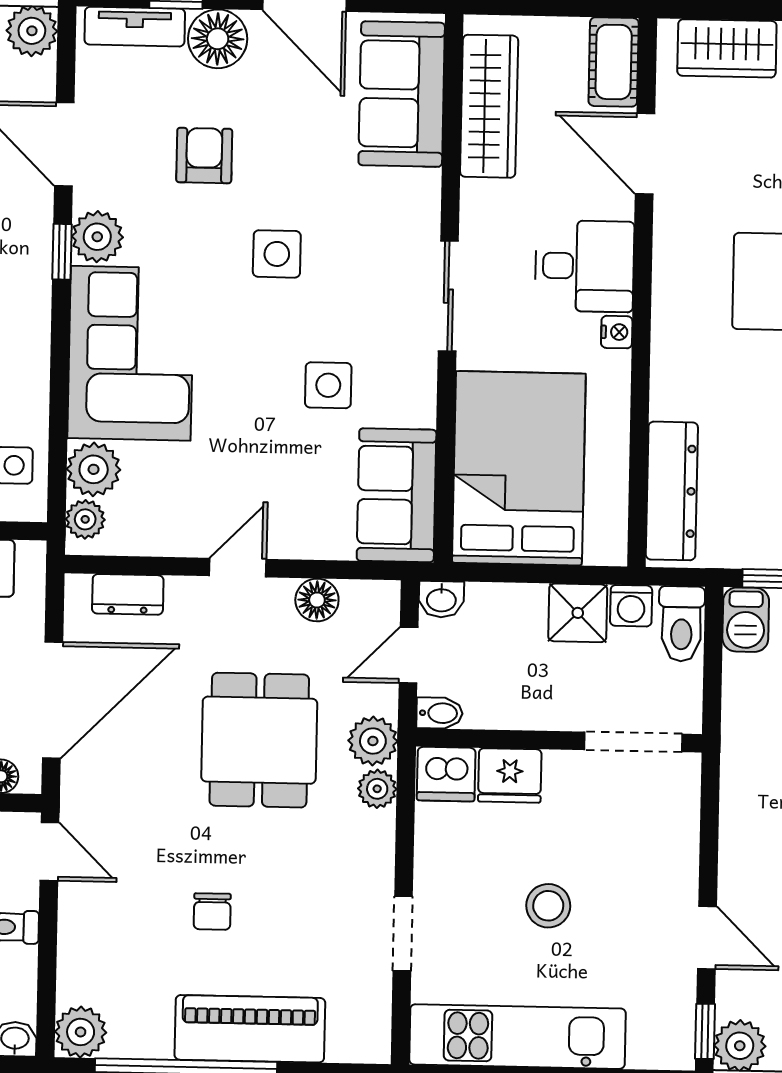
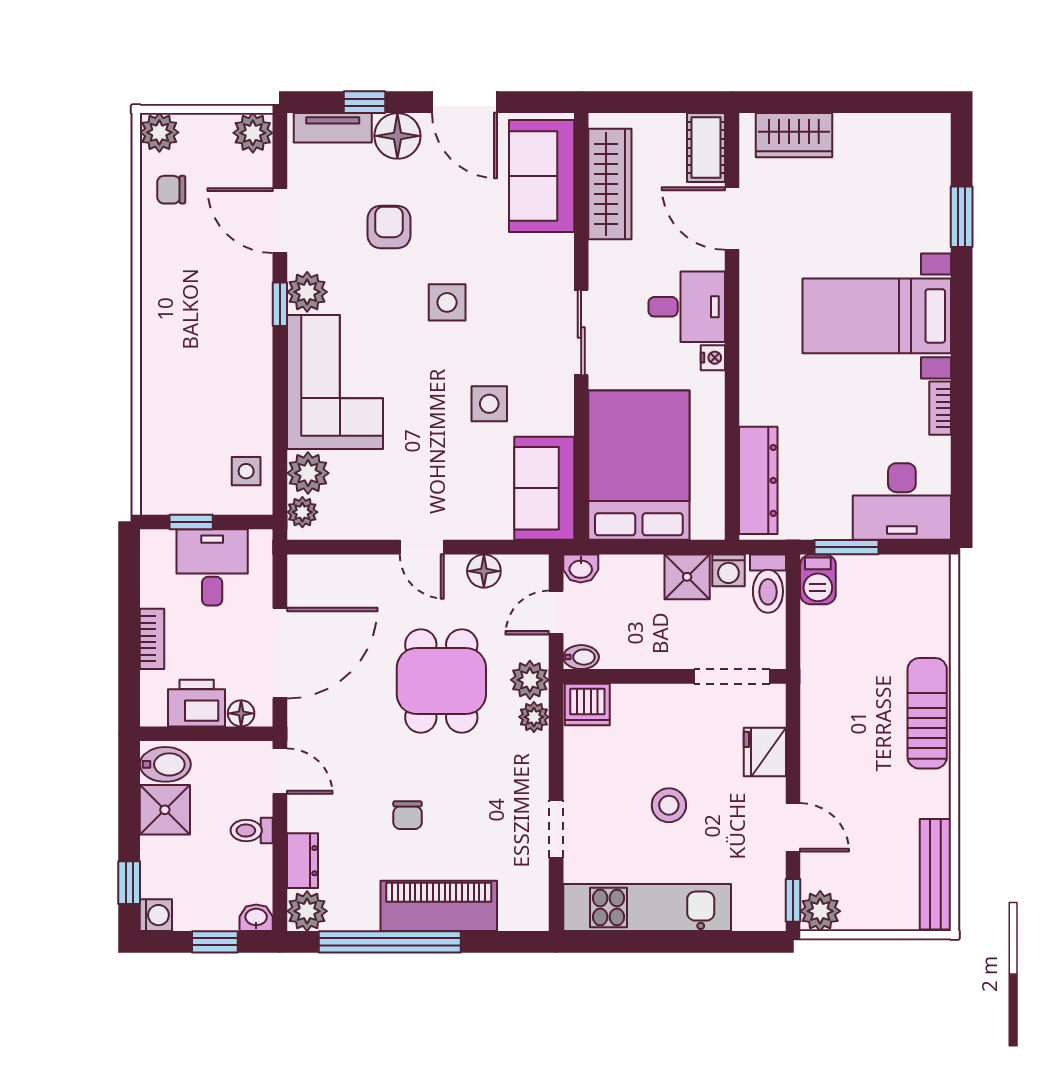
door: (238, 568) -> (422, 547), swing flipped
dresser: (128, 594) -> (302, 861), moved, turned -90
fridge: (510, 775) -> (765, 752), moved, turned 90

